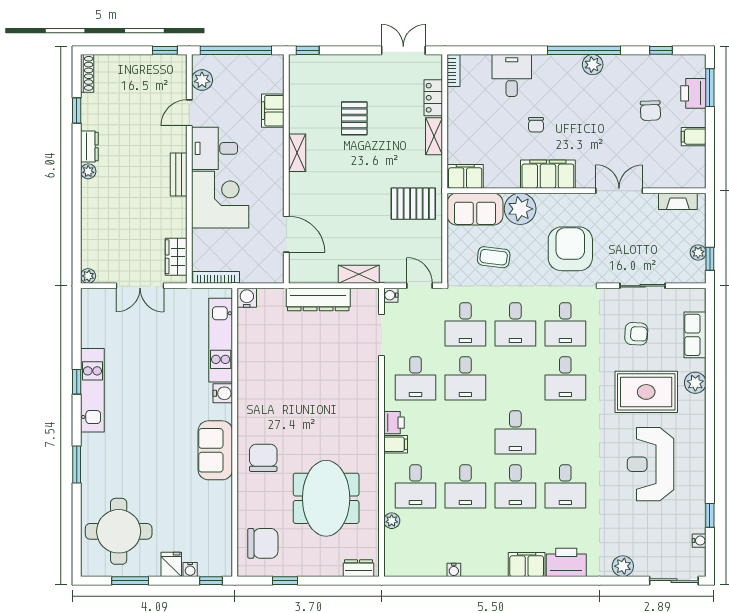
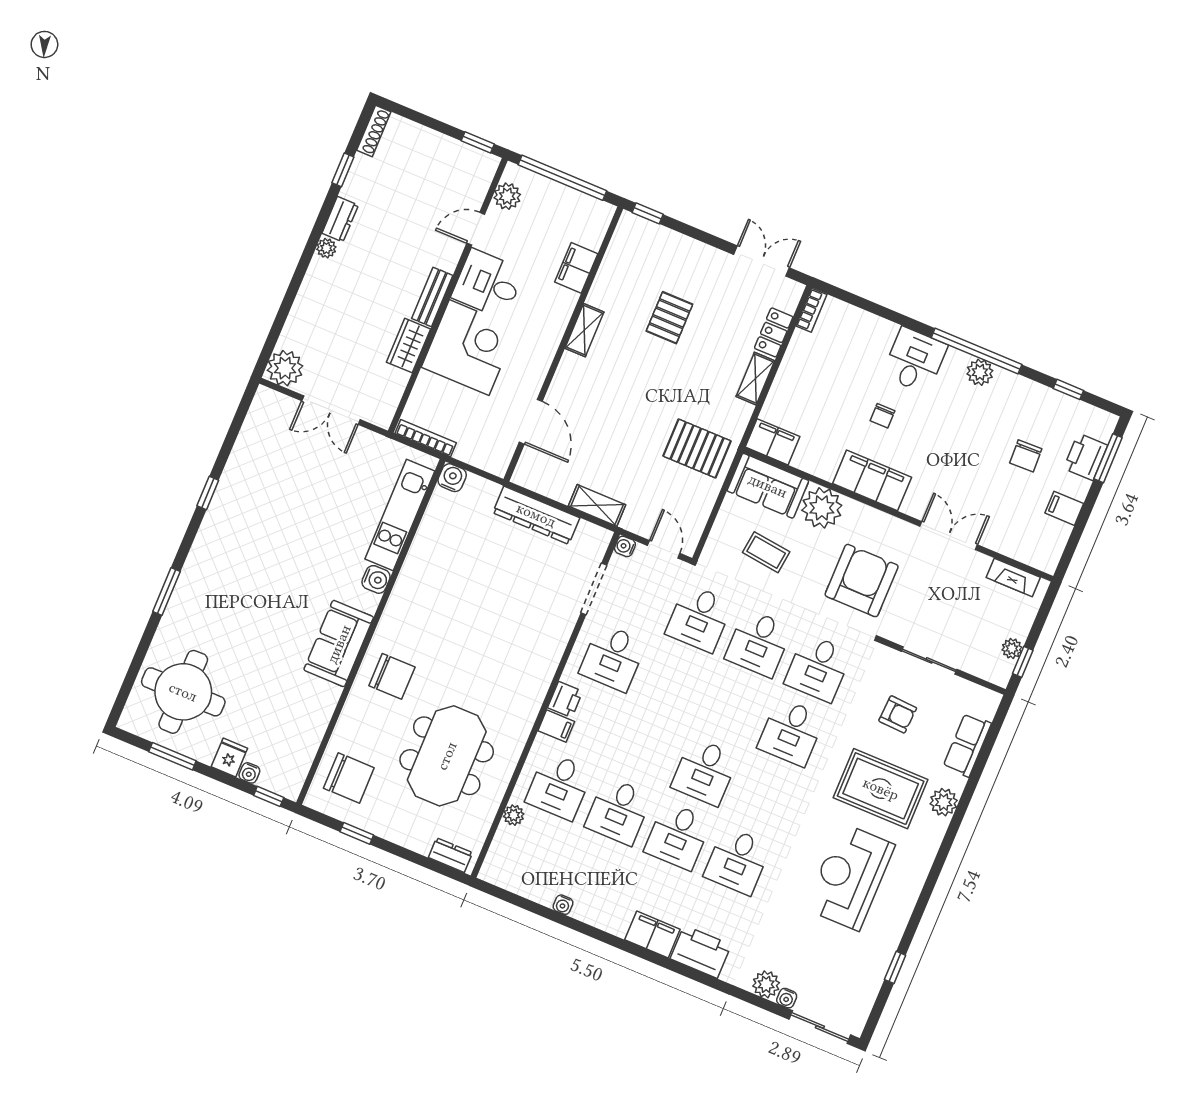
desk: (512, 75) -> (915, 360), moved
wardrobe: (176, 257) -> (408, 346), moved
plant: (88, 276) -> (285, 368), width x1.88, depth x1.88
desk: (465, 378) -> (672, 682), removed
kitchen unit: (92, 390) -> (222, 511), removed
chair: (263, 458) -> (392, 676), turned 90
water cooler: (699, 541) -> (787, 998), moved, turned 90

